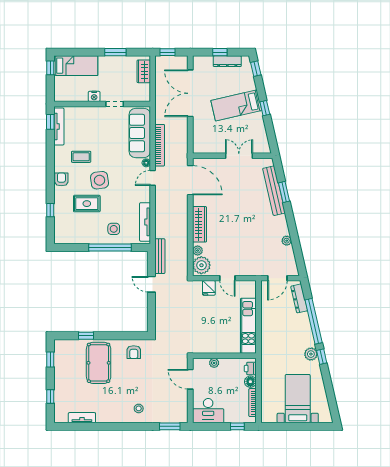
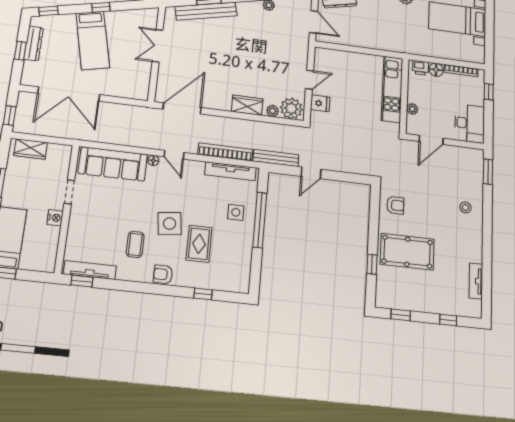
bookcase: (160, 145) -> (225, 152), moved
wardrobe: (200, 224) -> (247, 105), width x0.67
kitchen unit: (248, 326) -> (392, 89), moved, turned 90

